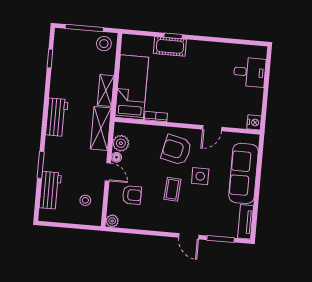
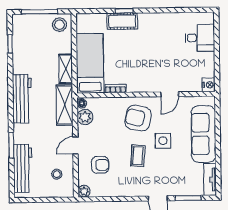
workbench: (57, 117) -> (22, 99), width x1.38
floor lamp: (116, 157) -> (82, 103), moved
door: (108, 172) -> (75, 145), swing flipped
workbench: (50, 190) -> (23, 168), width x1.37

